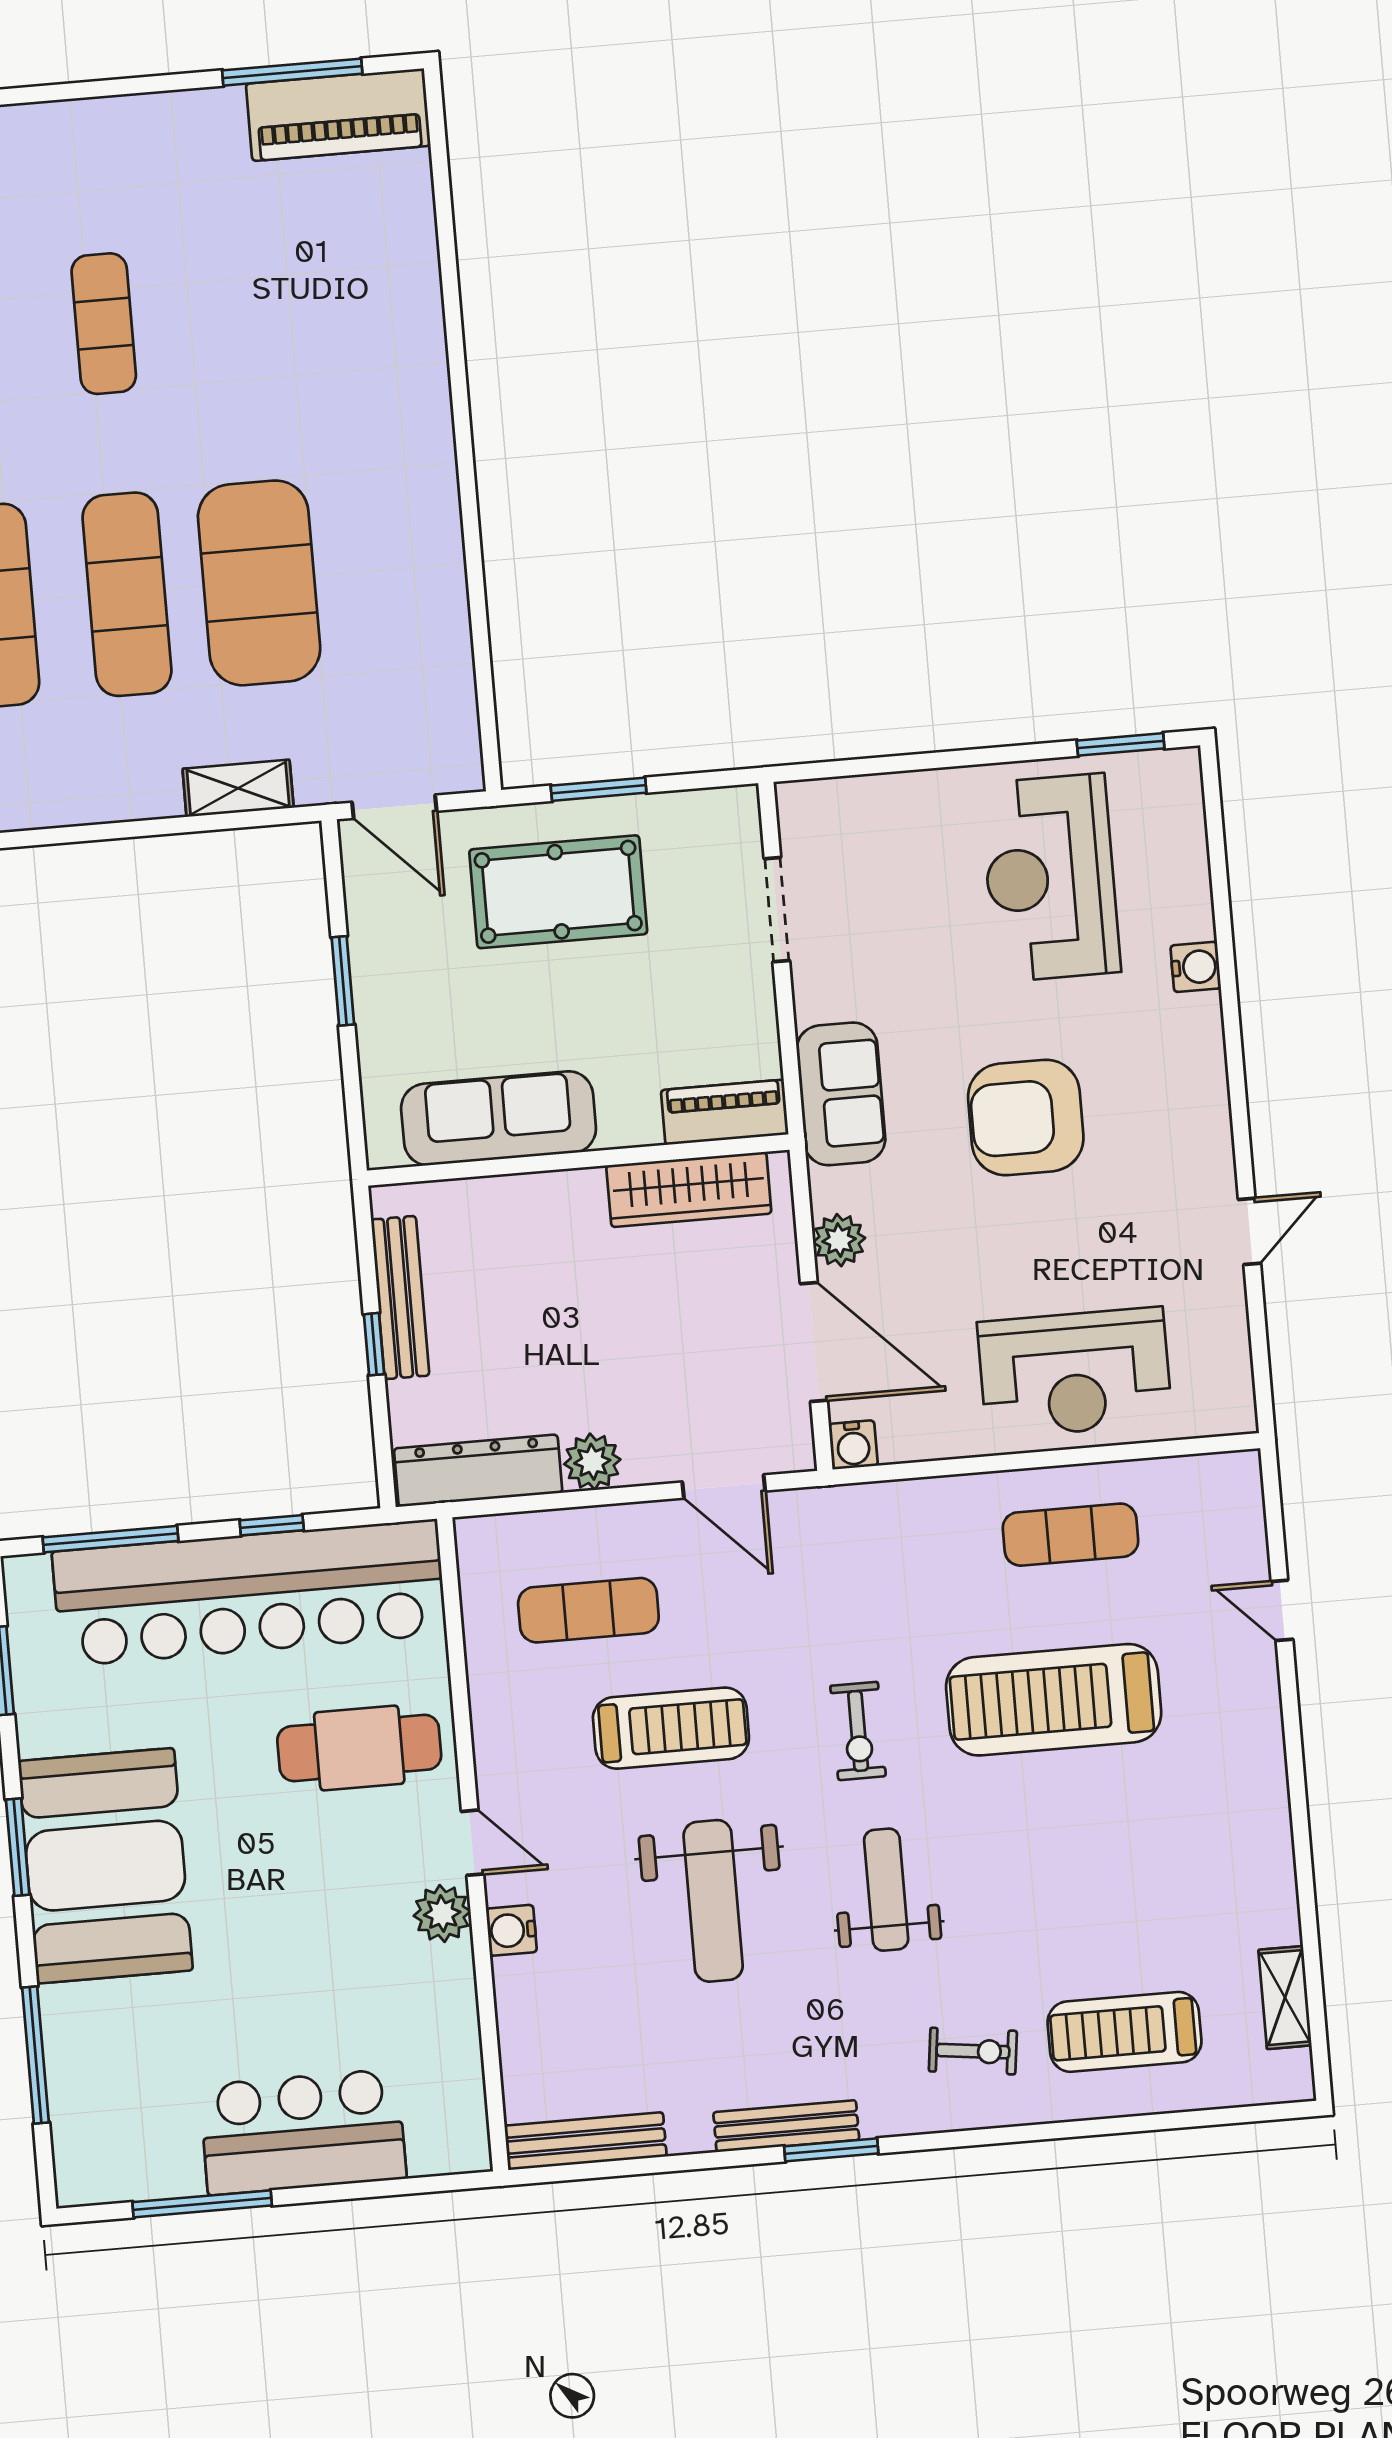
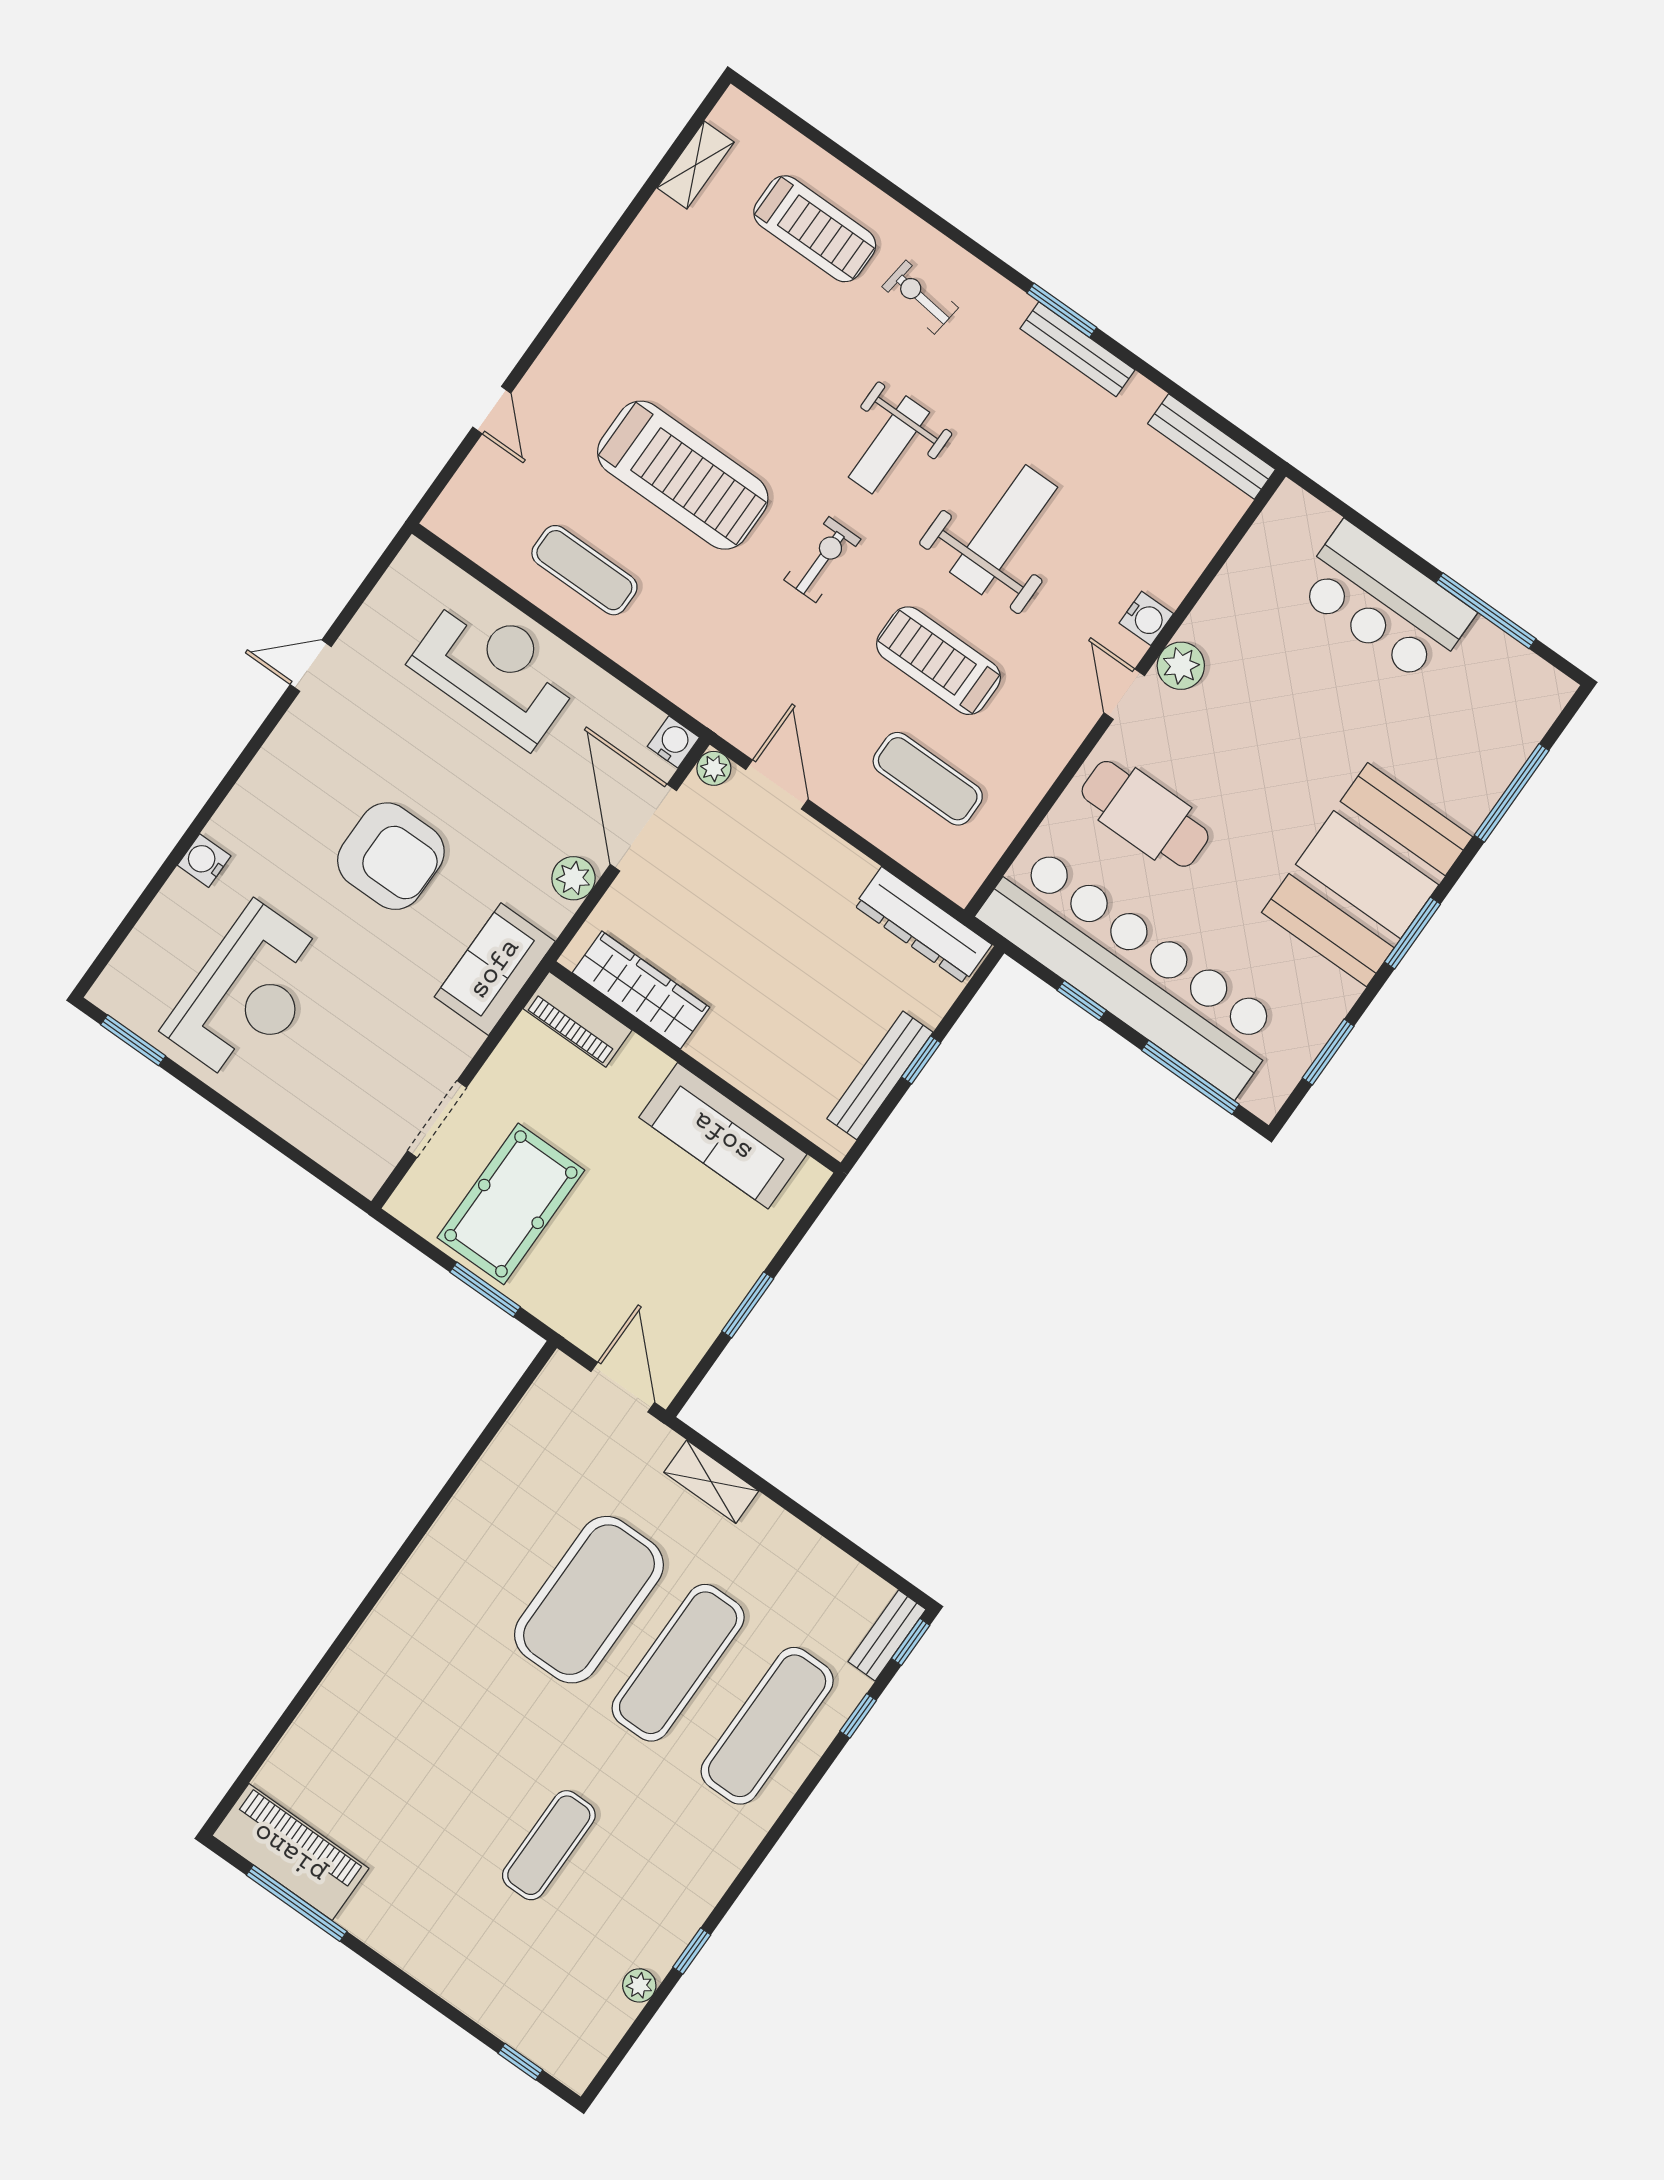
pool table: (558, 892) -> (511, 1204), moved, turned 90
plant: (592, 1462) -> (714, 768), moved, width x0.73, depth x0.73

